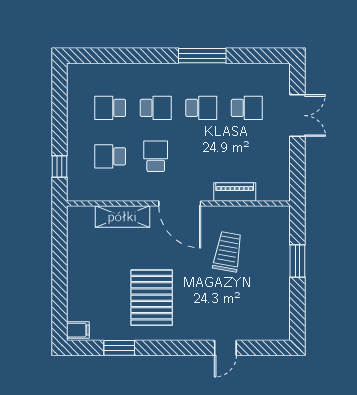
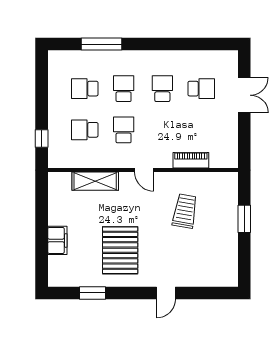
window: (202, 56) -> (102, 44), moved
school desk: (156, 108) -> (124, 89), turned -90
school desk: (201, 108) -> (162, 89), turned -90
door: (180, 204) -> (144, 170), width x0.53
filing cabinet: (78, 330) -> (57, 240), moved, width x2.00
door: (225, 348) -> (166, 293), moved

